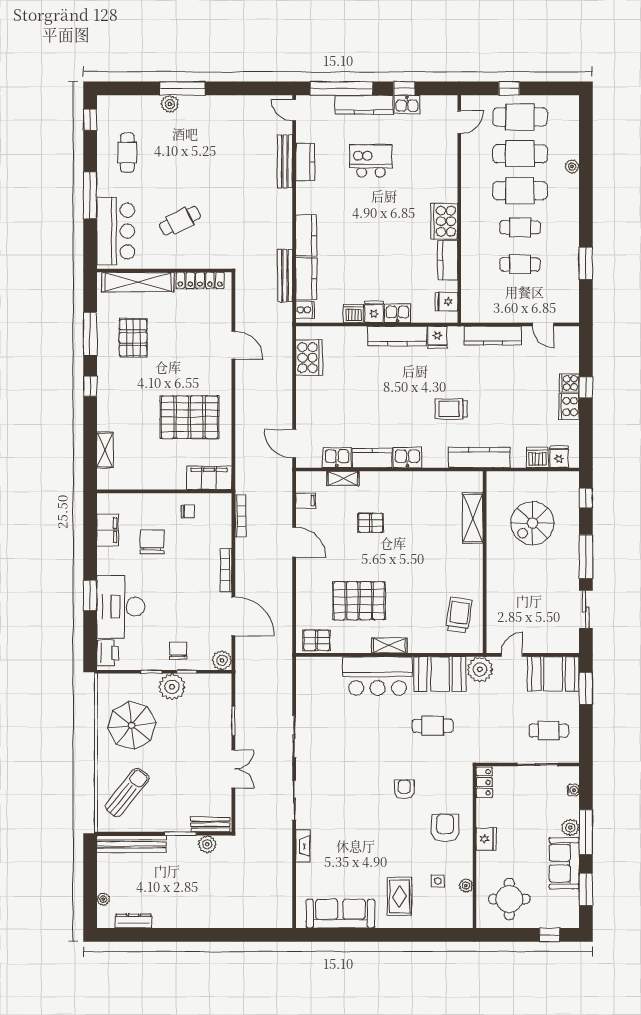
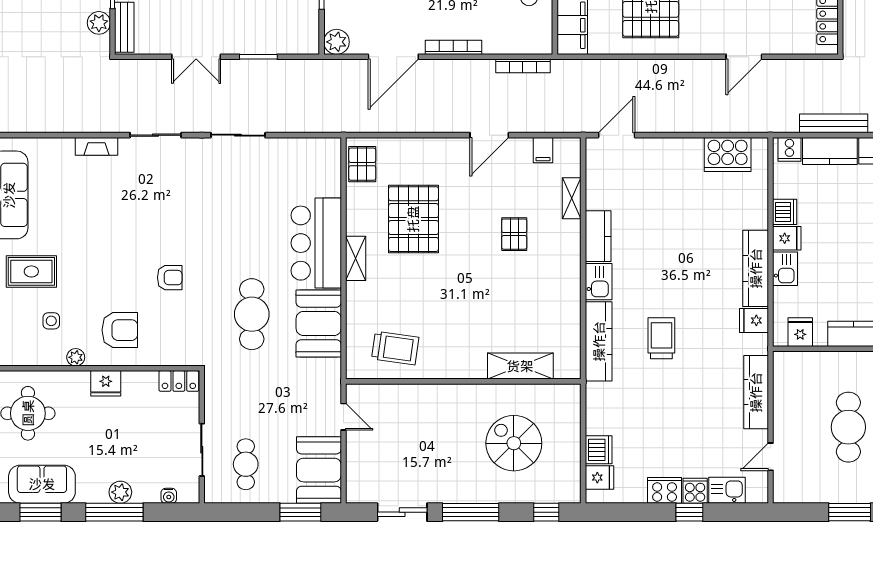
cafe table: (520, 264) -> (848, 427), width x1.37, depth x1.35
kitchen sink: (337, 458) -> (727, 490), moved, turned -90
kitchen counter: (479, 458) -> (599, 341), moved
plant: (480, 669) -> (325, 375), removed
cafe table: (433, 726) -> (252, 314), width x1.37, depth x1.35
sofa: (564, 863) -> (42, 484), moved
plant: (466, 886) -> (76, 357), moved

